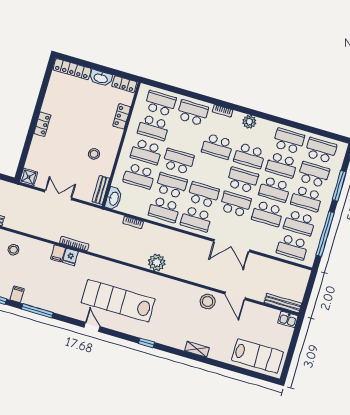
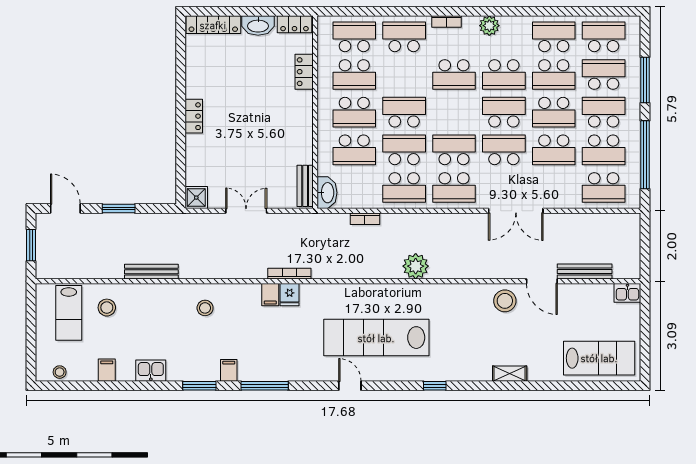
stool: (94, 154) -> (280, 137), removed
school desk: (307, 199) -> (604, 112), turned 180
bench: (283, 303) -> (585, 272), moved

